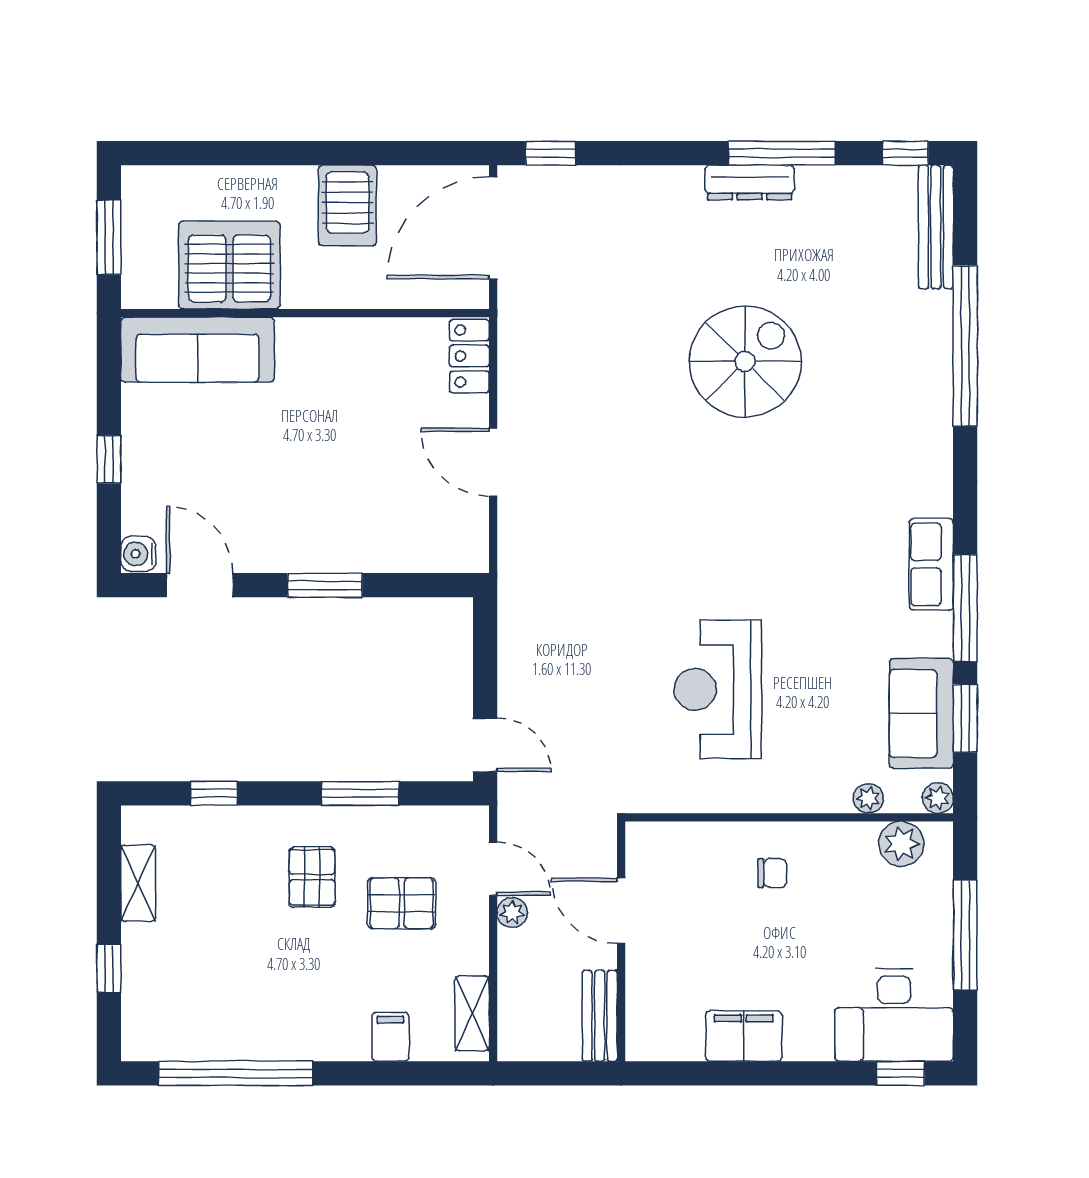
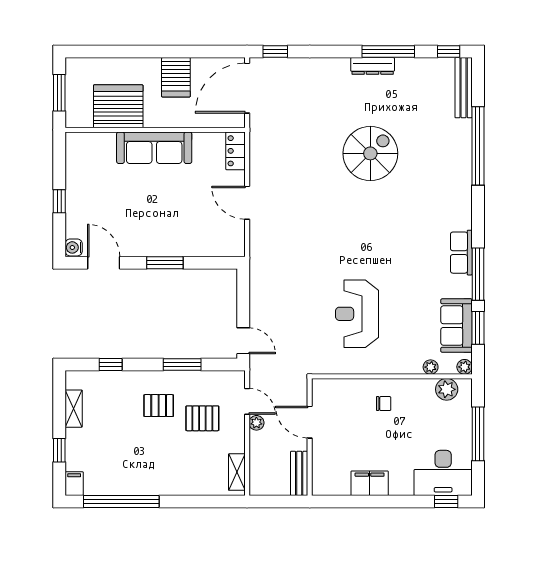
sofa: (198, 350) -> (154, 148), moved
pallet: (312, 877) -> (159, 406), turned 90
filing cabinet: (390, 1037) -> (74, 484), moved

